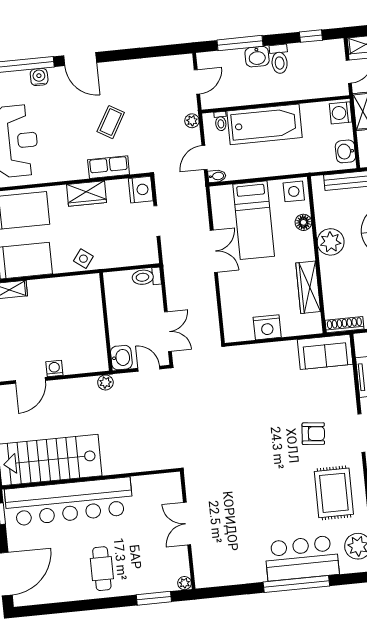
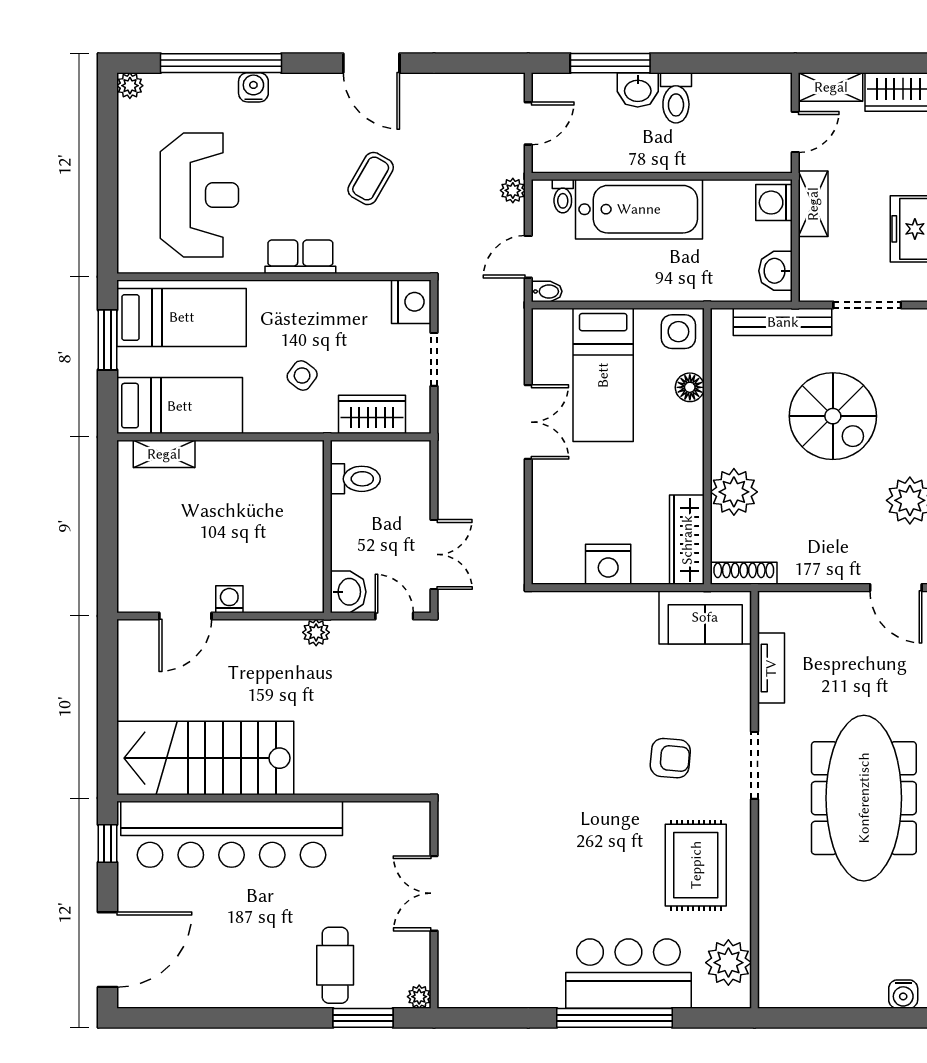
window: (311, 36) -> (736, 63), removed
door: (80, 59) -> (371, 63), moved
row of seats: (109, 167) -> (300, 257), moved
wardrobe: (86, 194) -> (372, 414), moved, turned 180
plant: (331, 242) -> (734, 492), moved
side table: (83, 259) -> (302, 375), moved
toilet: (146, 277) -> (355, 479), moved, turned 180
wardrobe: (308, 287) -> (687, 540), moved
cafe table: (102, 569) -> (335, 965), moved

